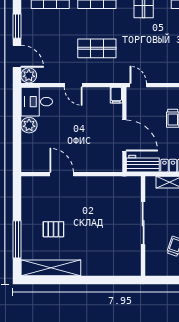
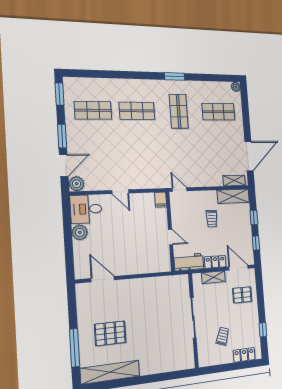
shop shelf: (97, 48) -> (140, 156), removed
door: (17, 56) -> (64, 165), hinge flipped
door: (124, 136) -> (171, 237), width x0.53
door: (62, 174) -> (103, 279), moved
pallet: (53, 229) -> (110, 333), width x1.50, depth x1.42

